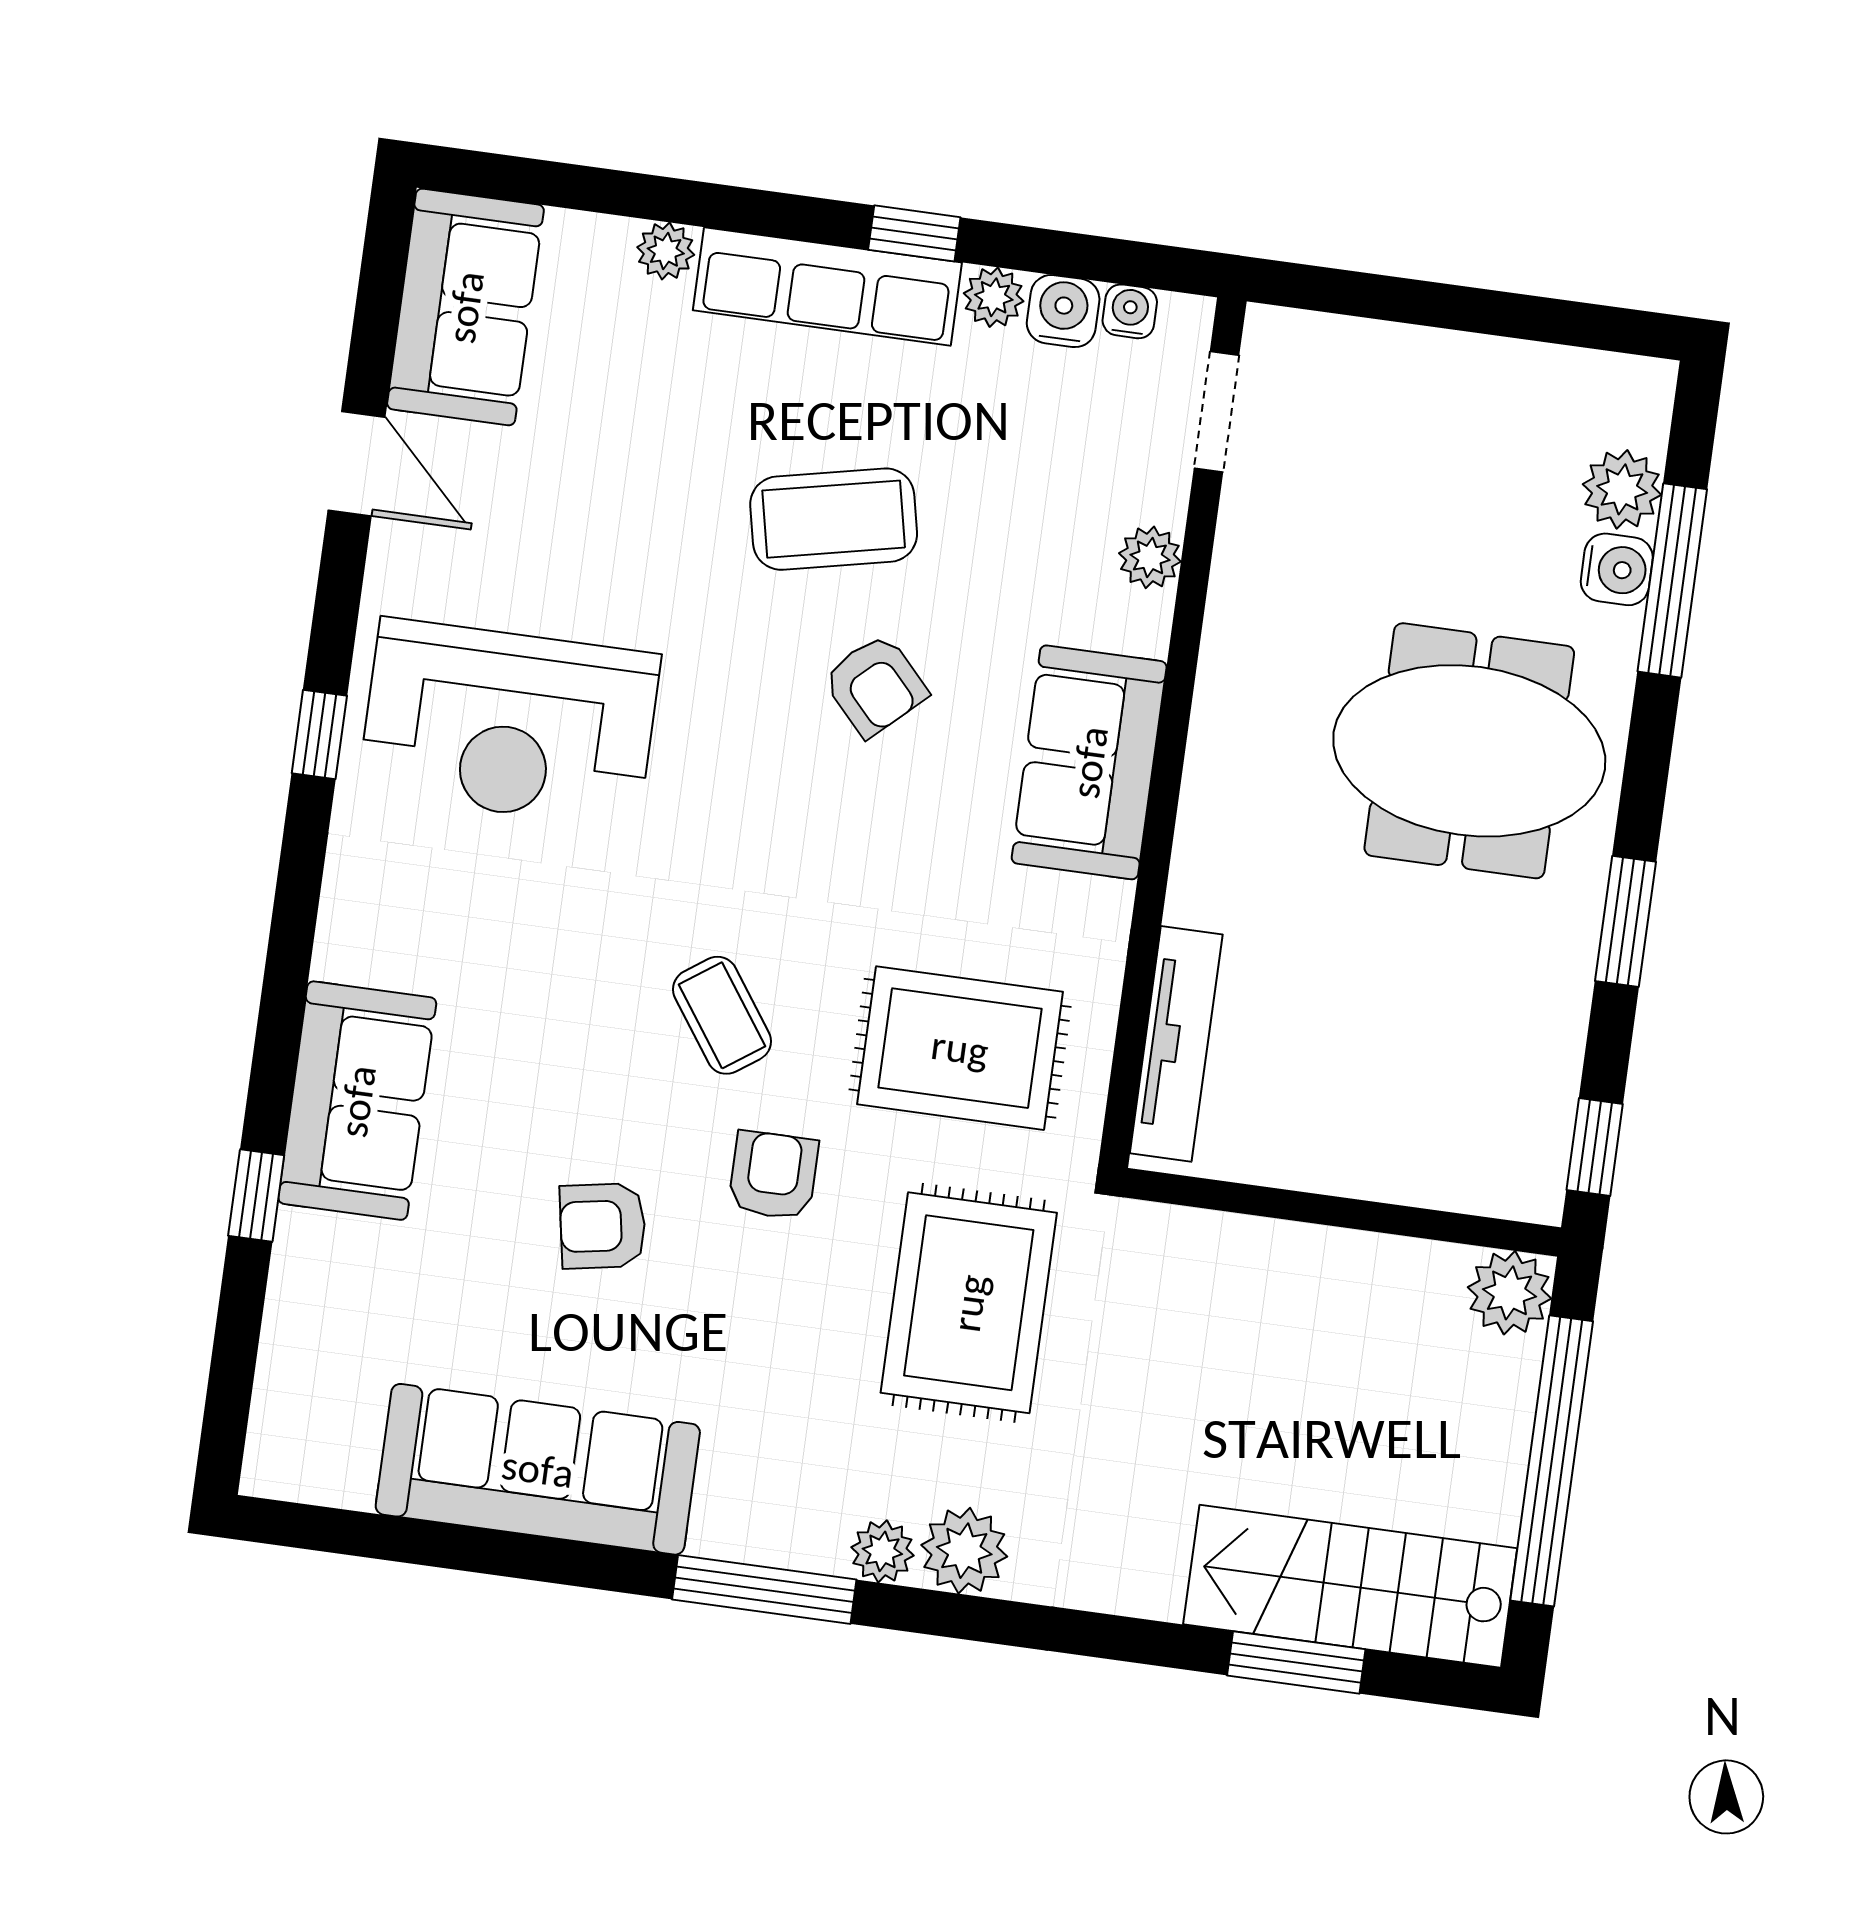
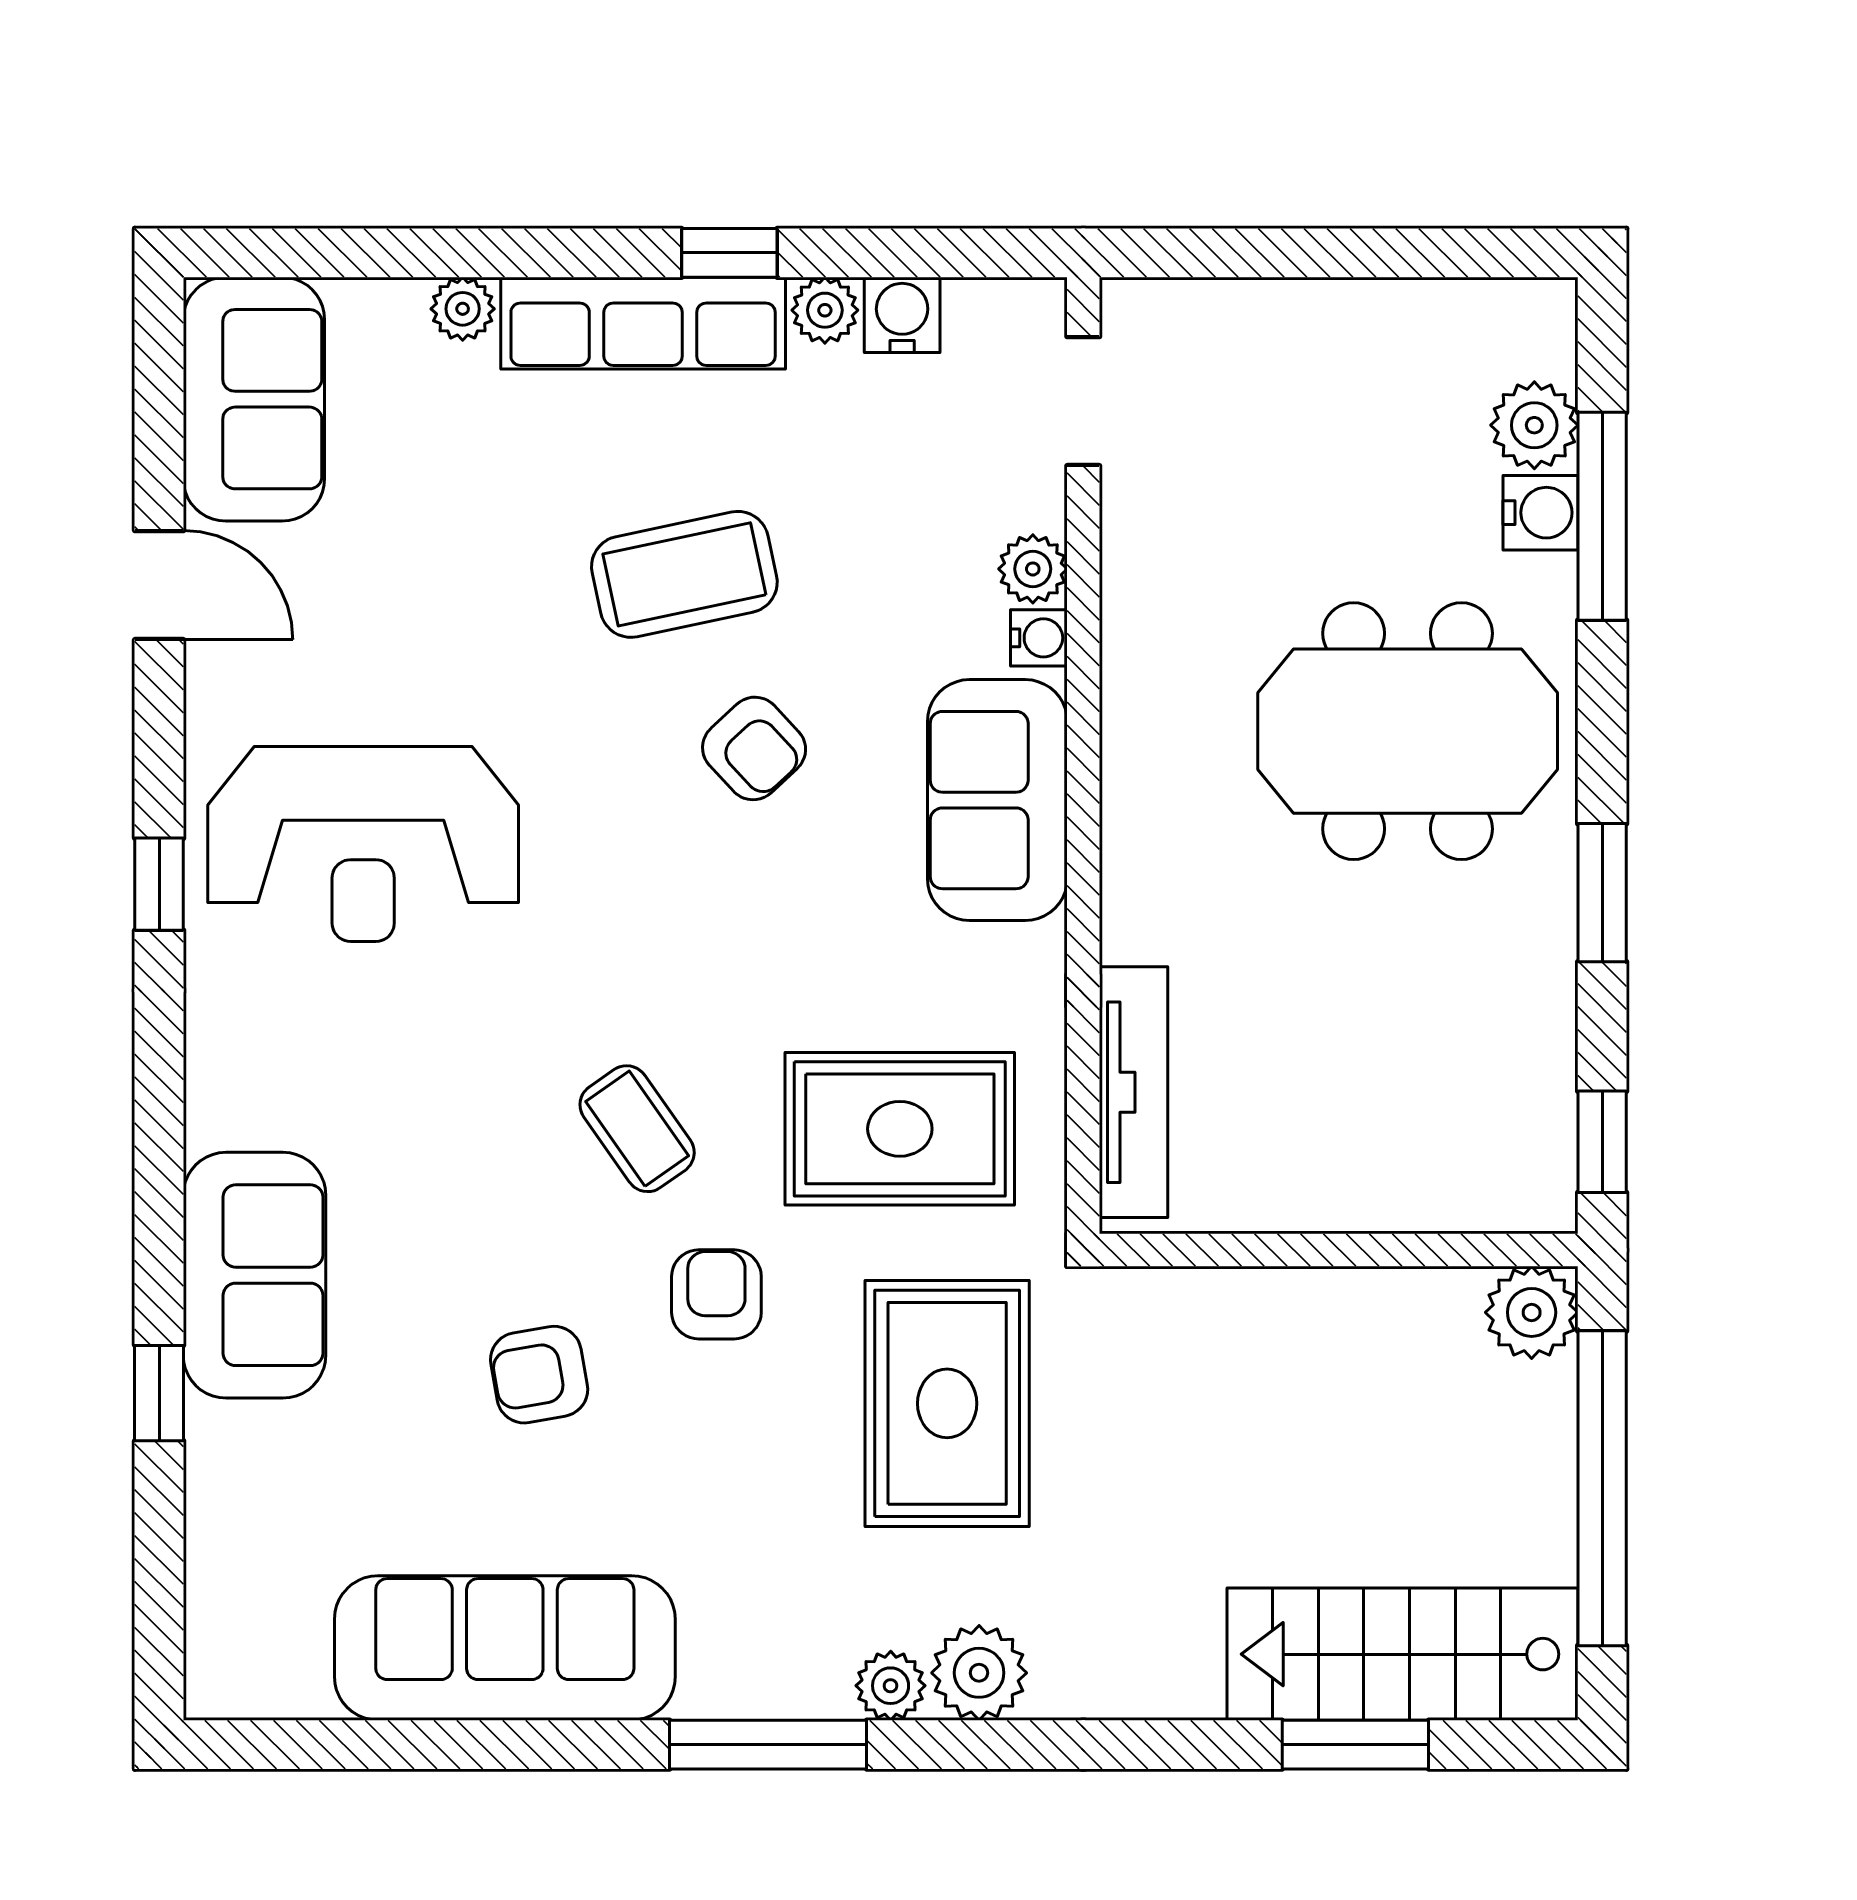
water cooler: (1130, 311) -> (1039, 638), moved, turned 90

